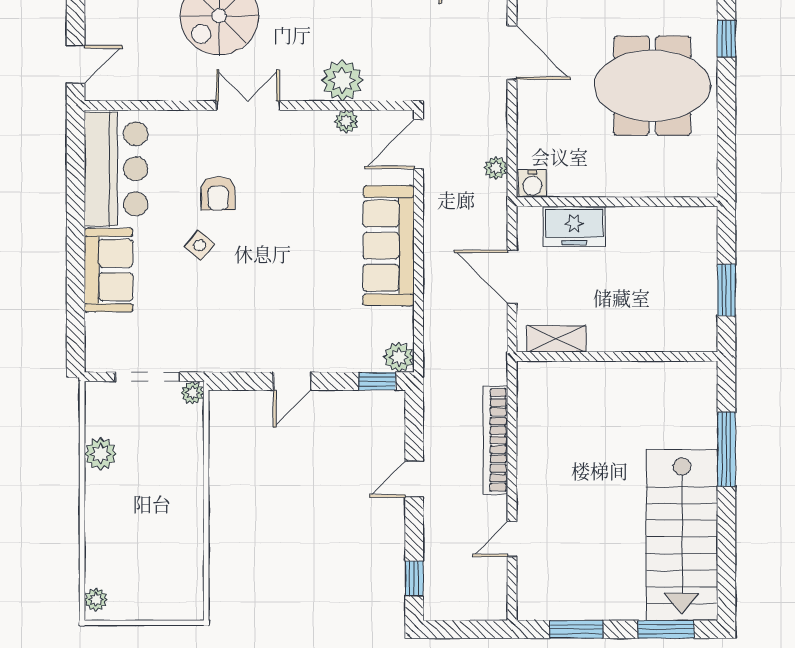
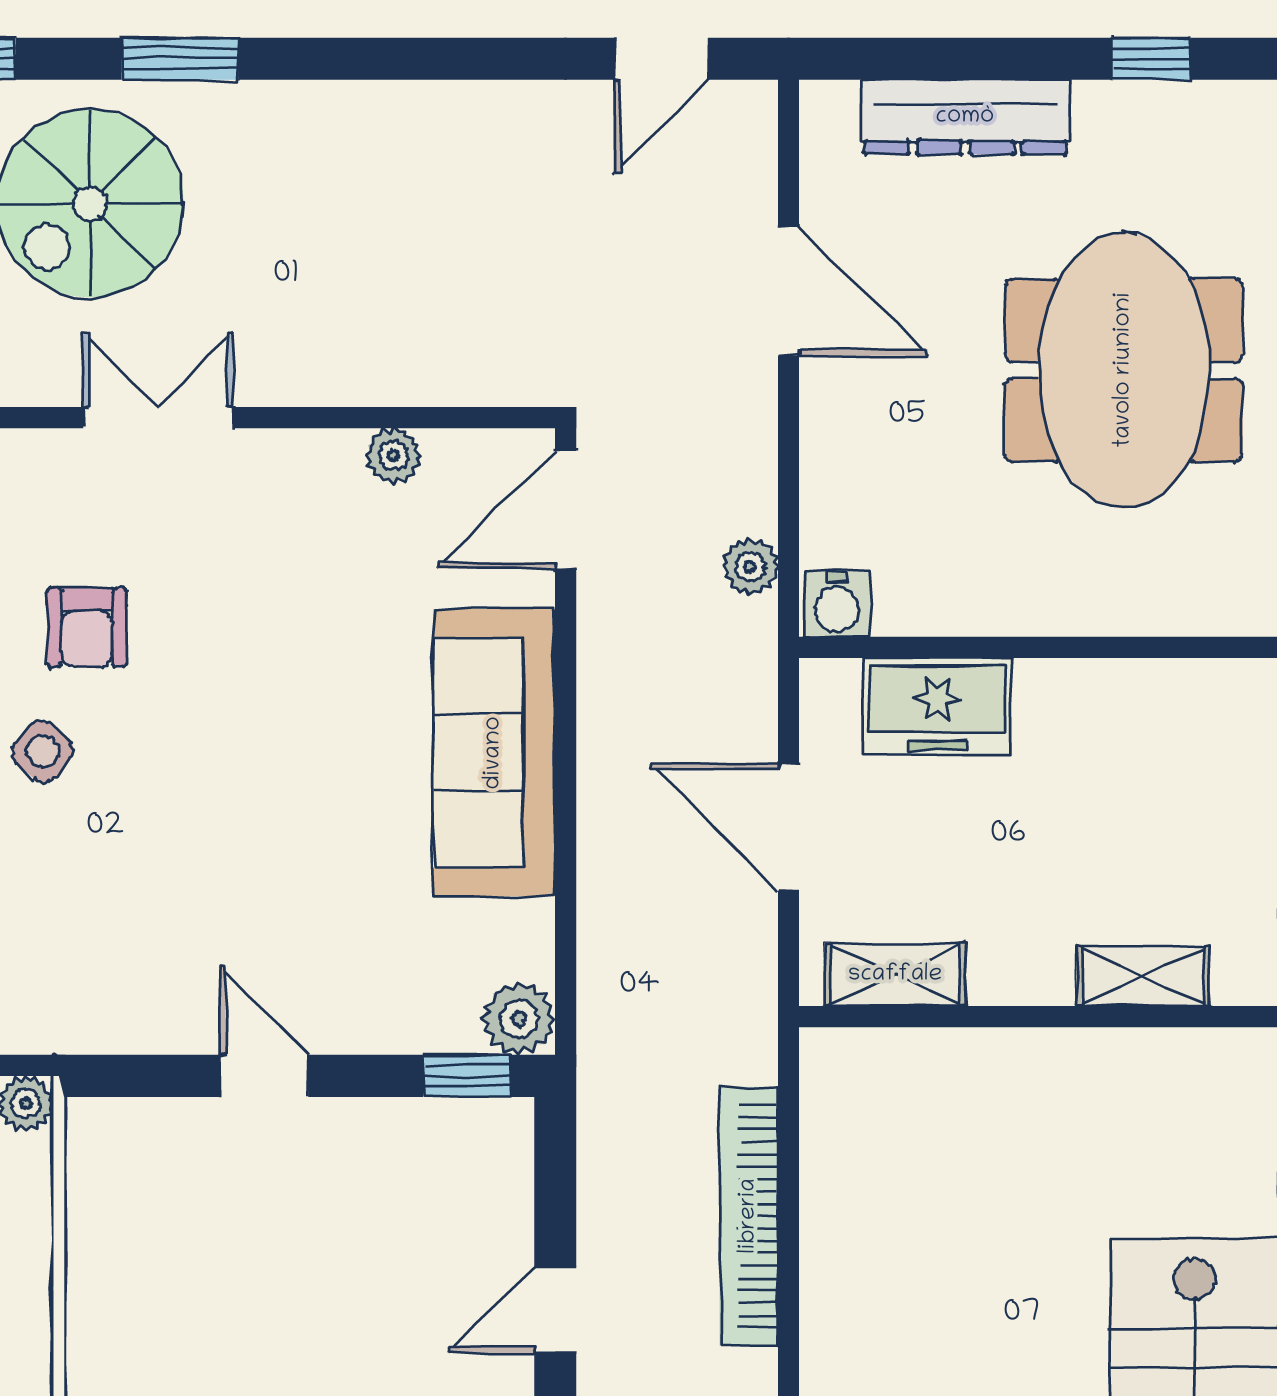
plant: (342, 80) -> (383, 358), removed
meeting table: (652, 86) -> (1124, 370), turned 90
shelving: (660, 339) -> (1143, 976), added
door: (292, 381) -> (264, 1076), swing flipped

